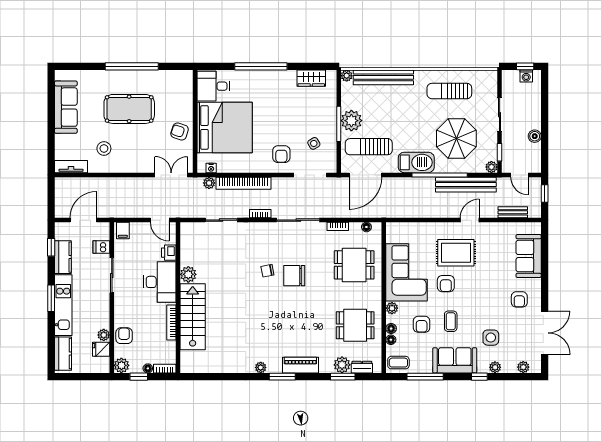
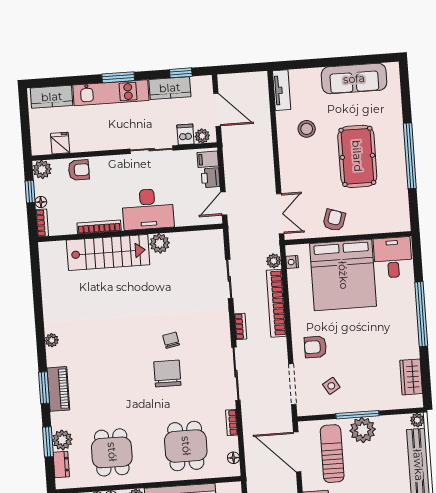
printer: (169, 253) -> (211, 178), moved, turned -90
plant: (104, 335) -> (202, 136), moved
window: (282, 377) -> (44, 388), moved

